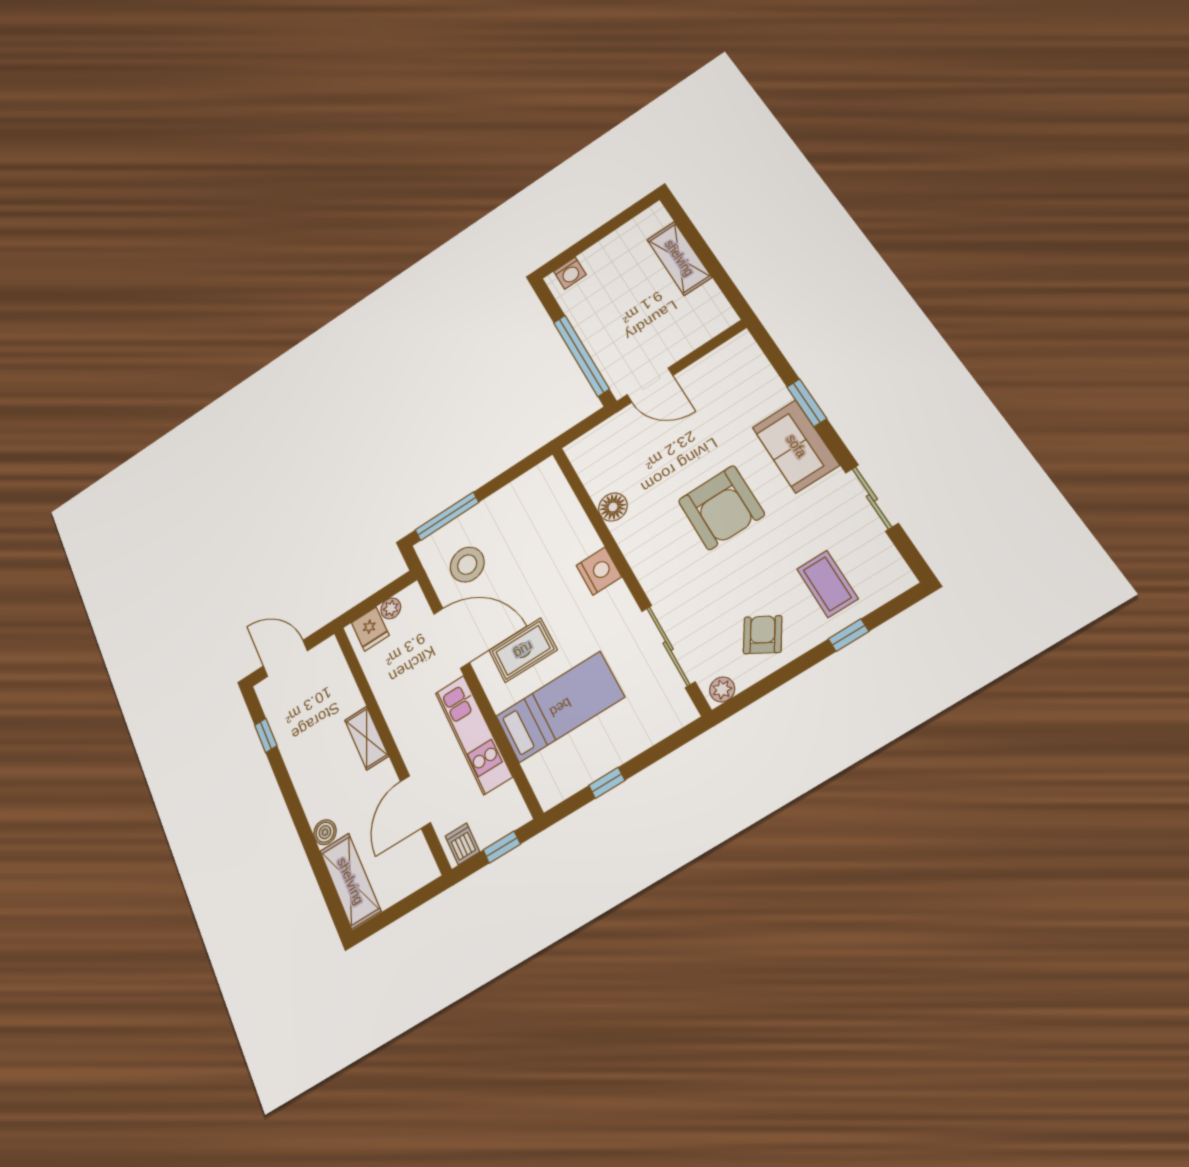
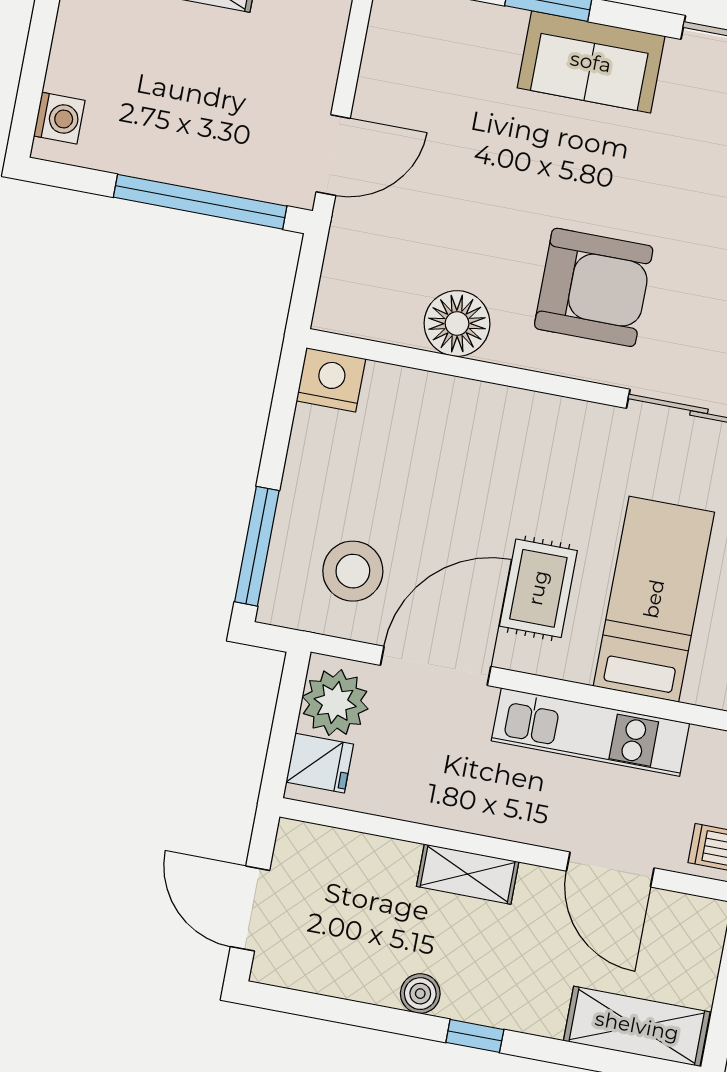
floor lamp: (613, 507) -> (457, 323), width x1.38, depth x1.38
armchair: (721, 508) -> (594, 287), moved
nightstand: (599, 571) -> (331, 380), moved
plant: (391, 608) -> (335, 703), width x1.87, depth x1.87
door: (285, 658) -> (250, 909), hinge flipped
window: (266, 735) -> (475, 1036), moved
boiler: (325, 832) -> (420, 994), moved

